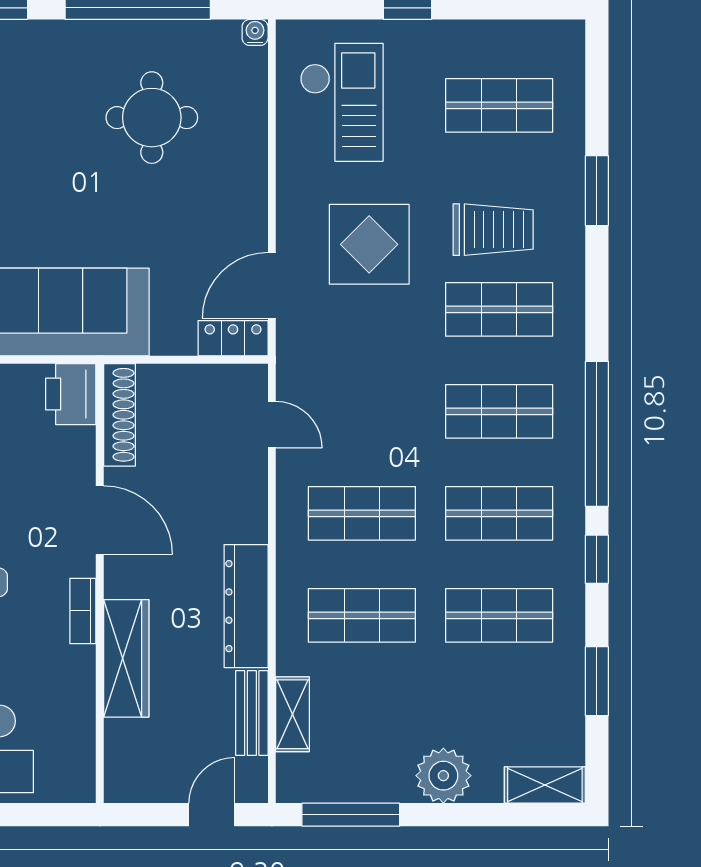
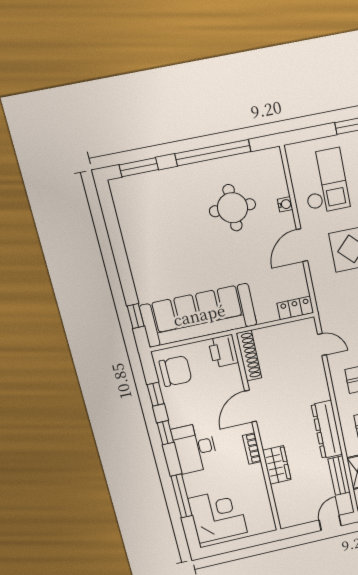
water cooler: (255, 32) -> (285, 204), moved, turned 90
door: (272, 285) -> (302, 245), moved
door: (100, 520) -> (251, 406), swing flipped
wardrobe: (126, 658) -> (277, 465), width x0.67

